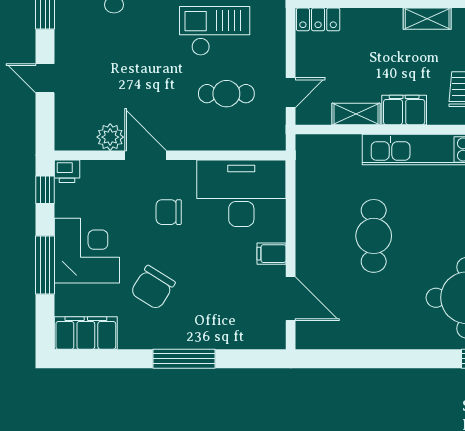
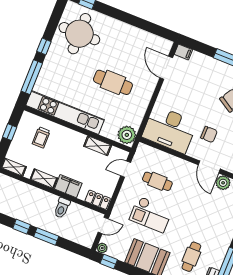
filing cabinet: (404, 110) -> (68, 186), moved, turned 180
plant: (312, 154) -> (127, 135), added
cafe table: (374, 236) -> (113, 82), turned 90
filing cabinet: (272, 254) -> (183, 52), moved

